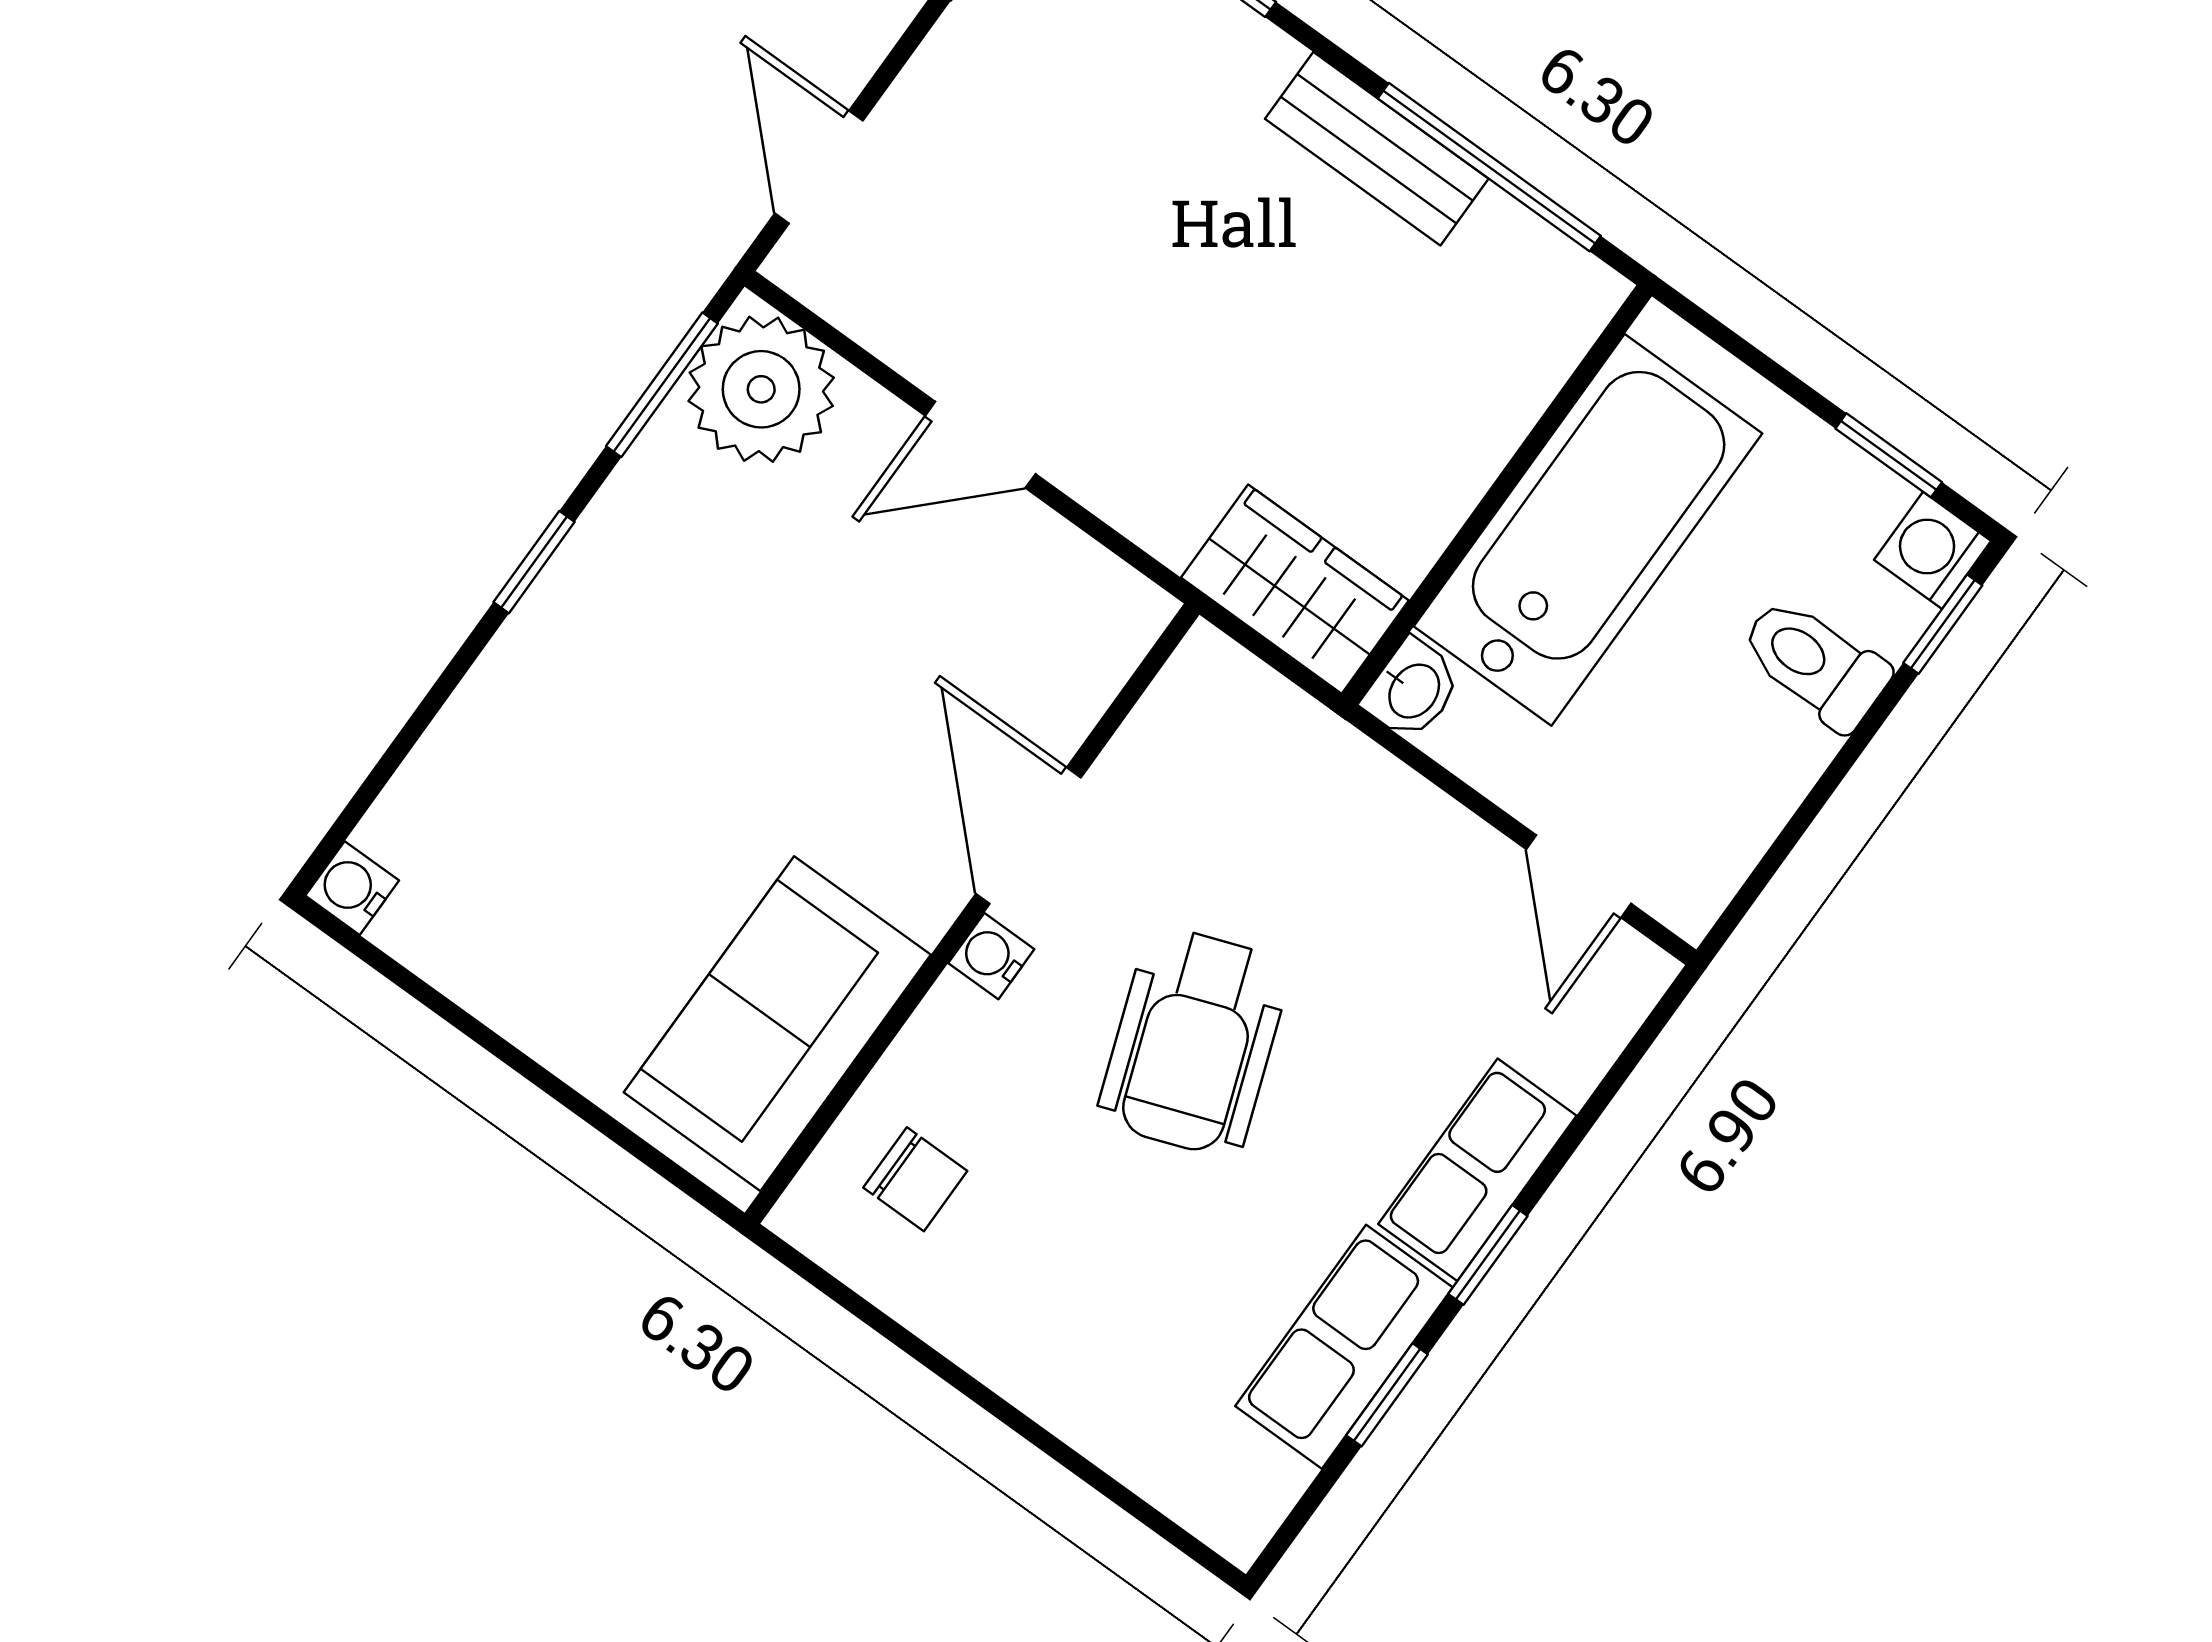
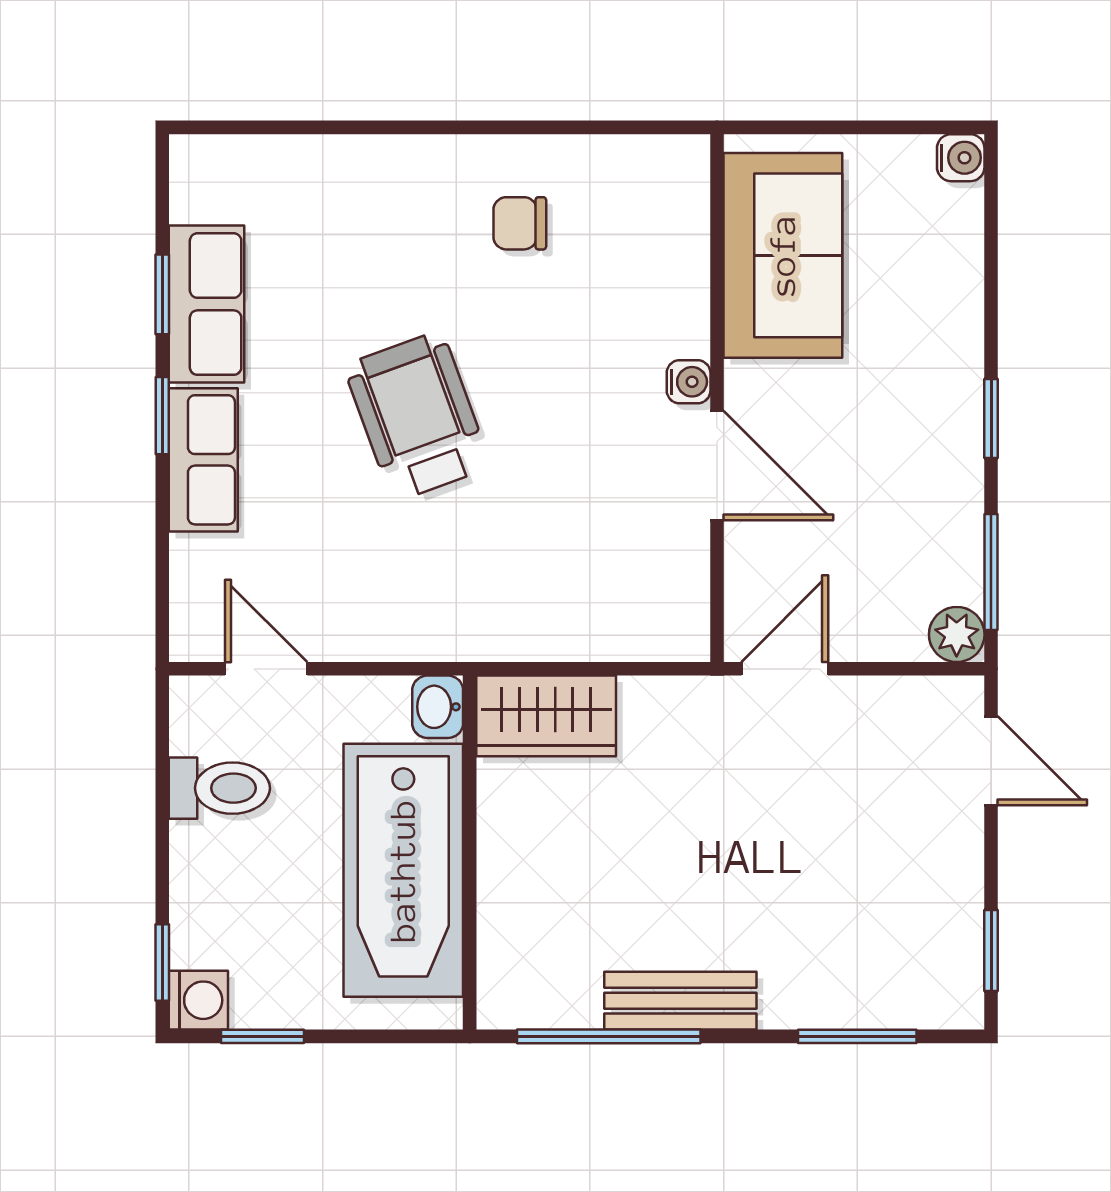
plant: (761, 389) -> (957, 634), width x0.53, depth x0.53
toilet: (1815, 663) -> (219, 788), moved
door: (1028, 836) -> (717, 466), moved
wall: (972, 914) -> (717, 398), moved
water cooler: (991, 956) -> (689, 382), moved
sofa: (777, 1024) -> (783, 255), moved

